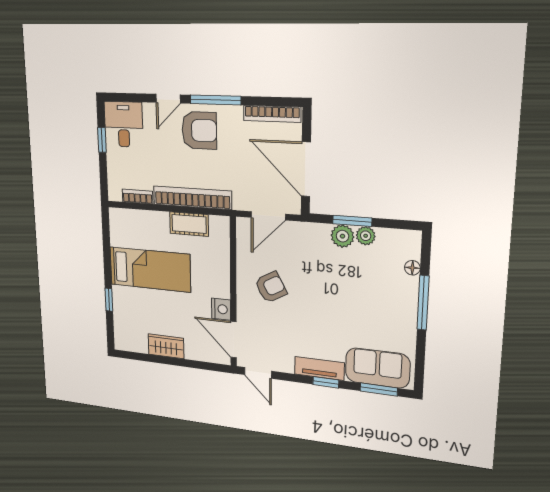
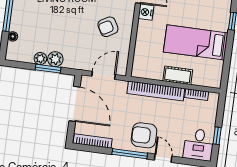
door: (168, 99) -> (163, 158), hinge flipped
cot: (189, 224) -> (178, 75), moved

